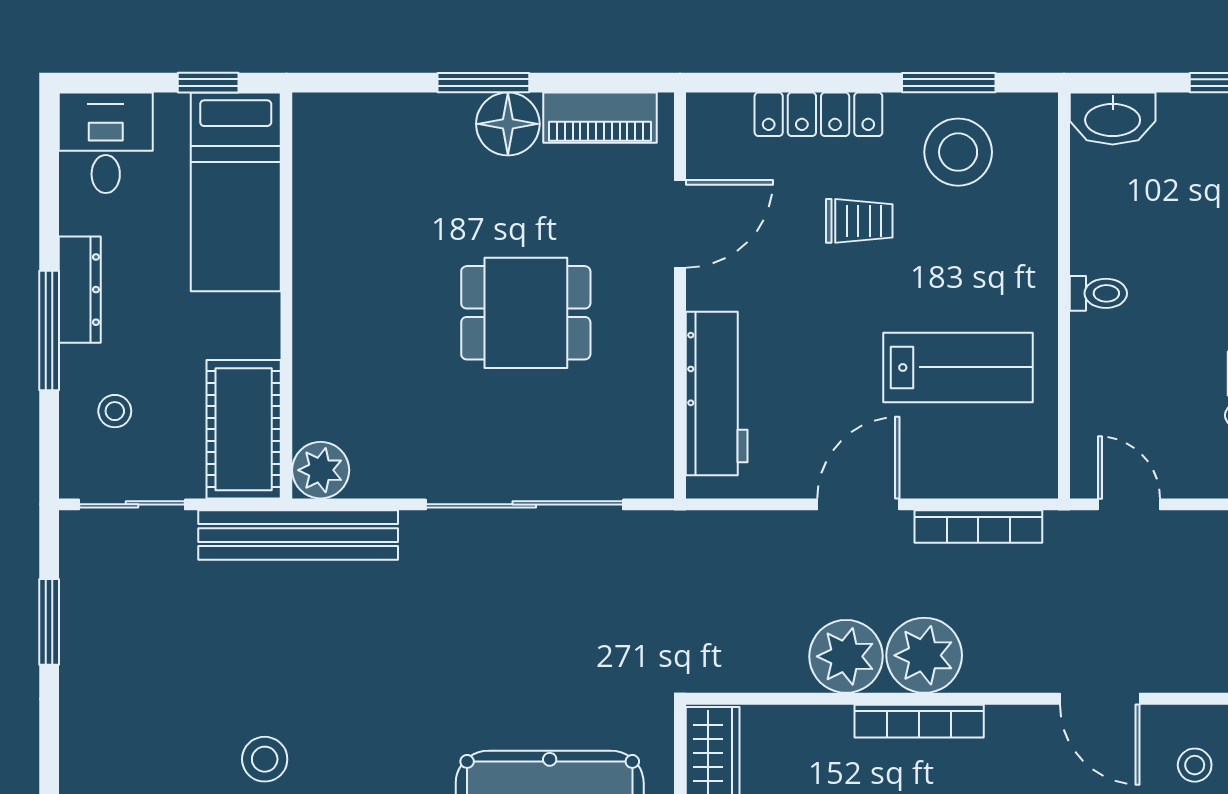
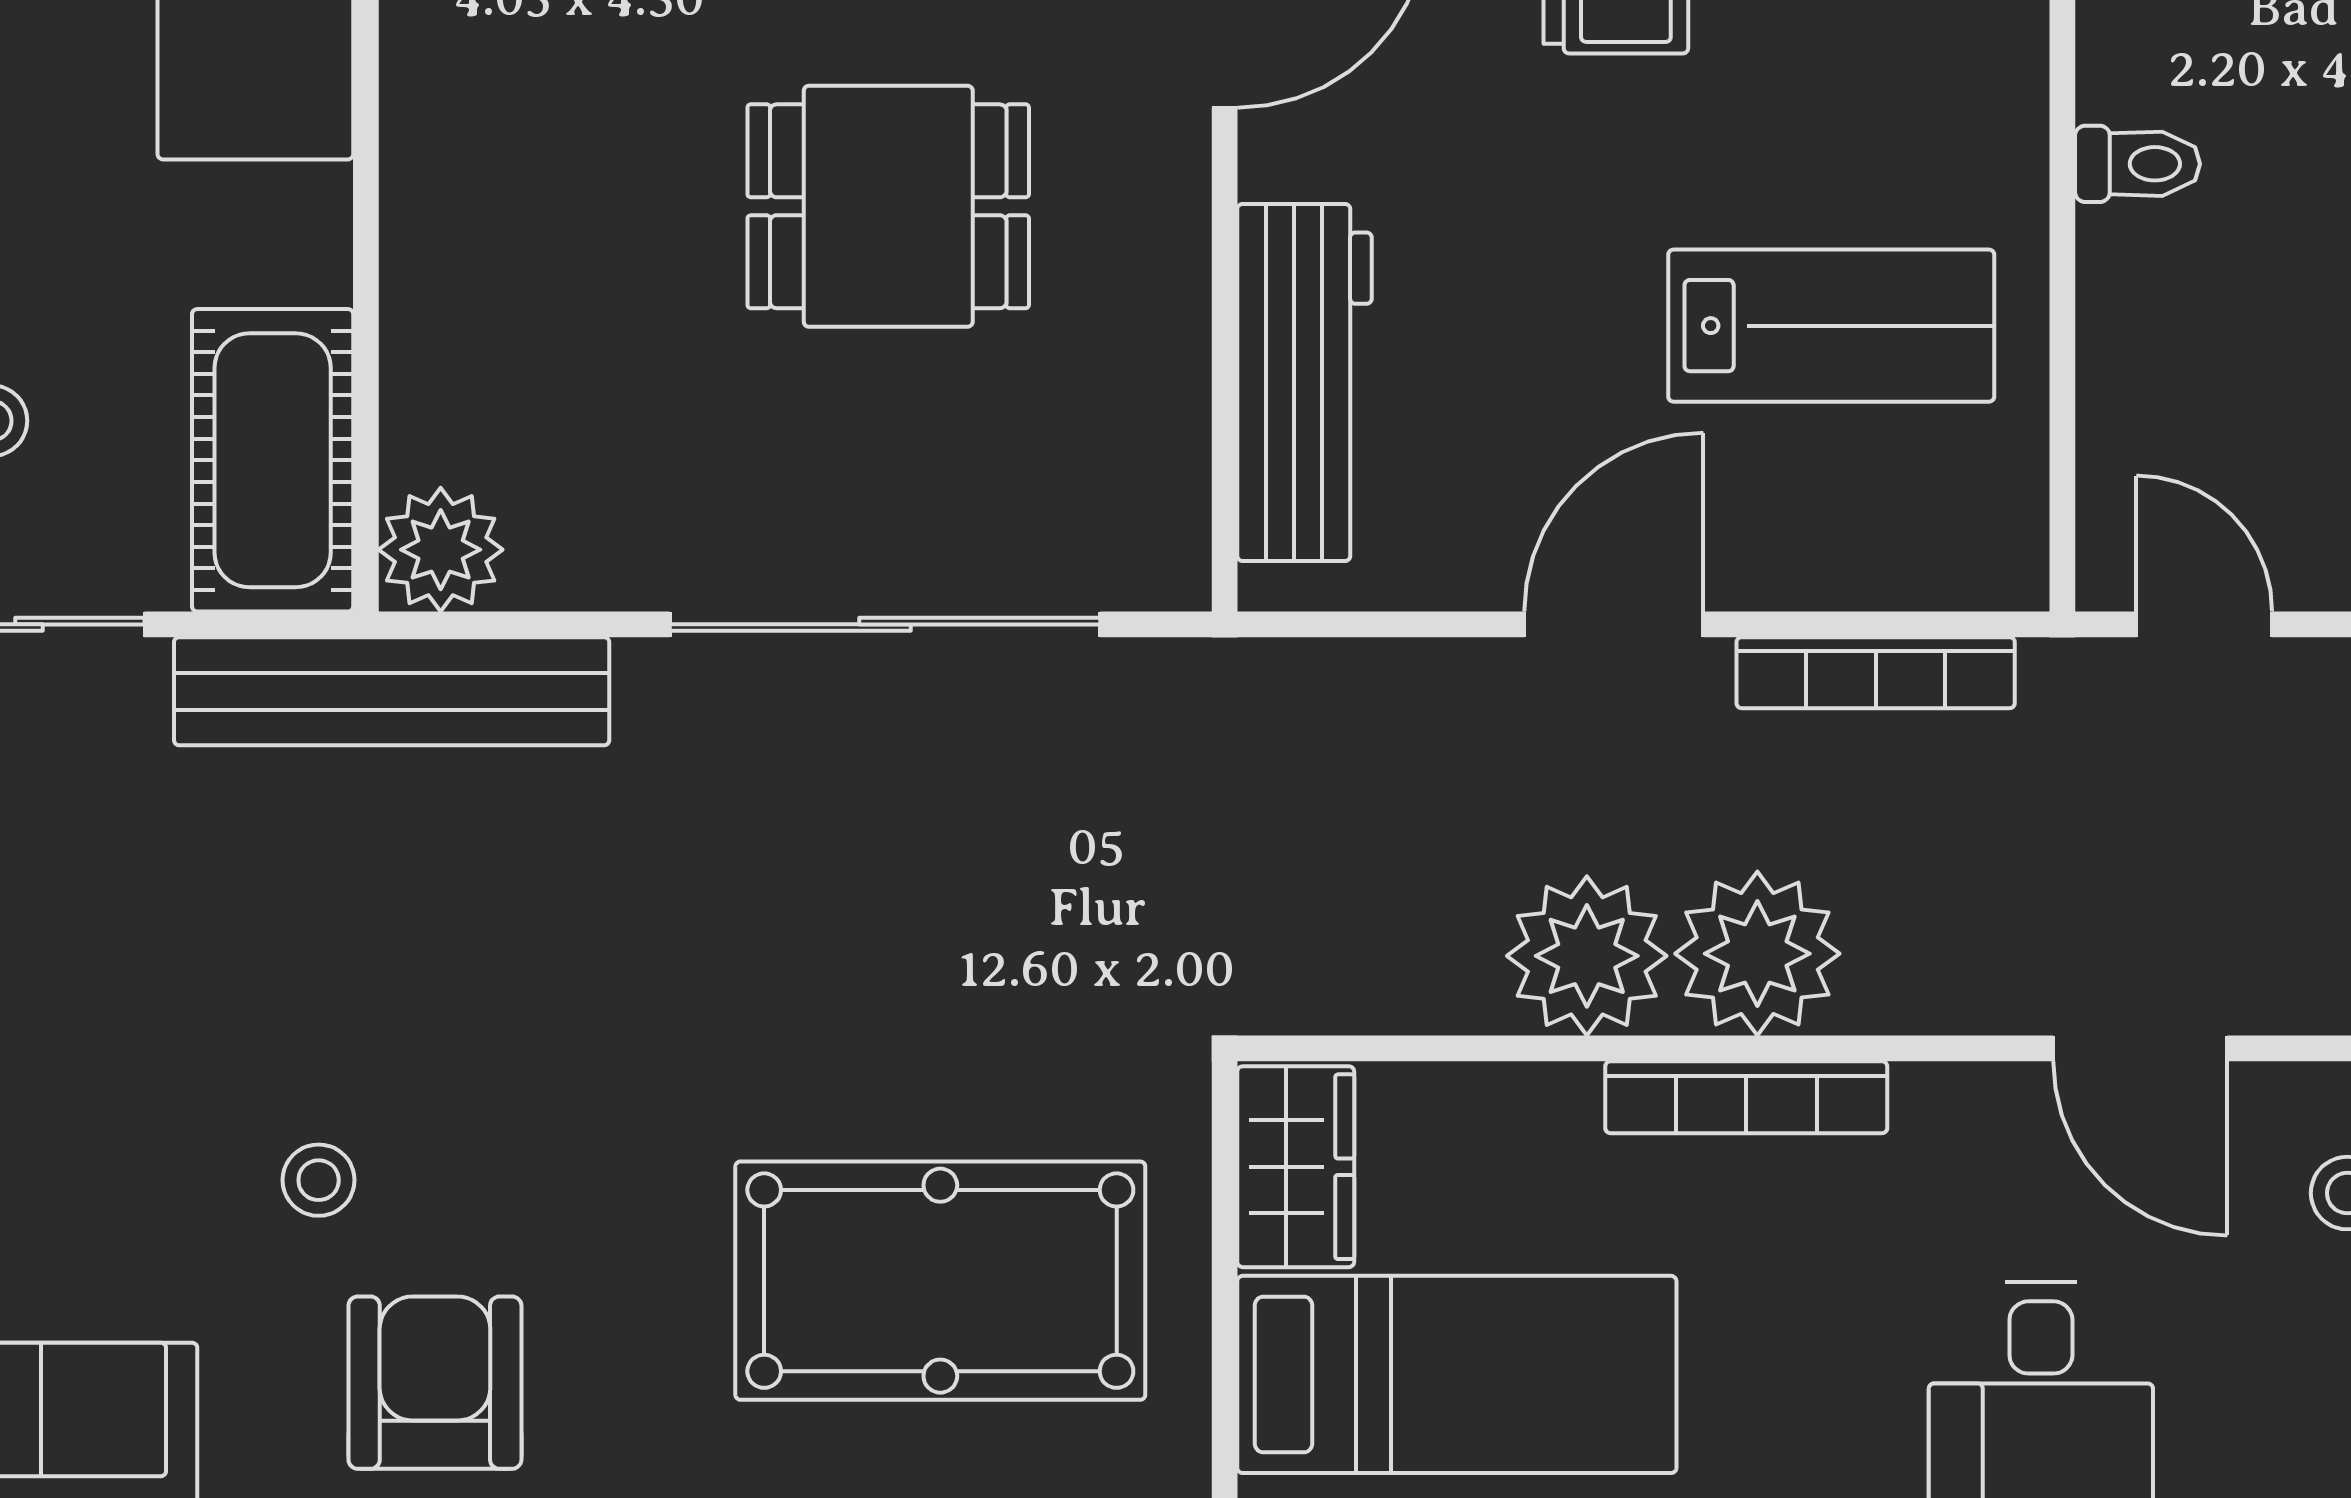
stool: (265, 759) -> (319, 1180), width x0.73, depth x0.73

